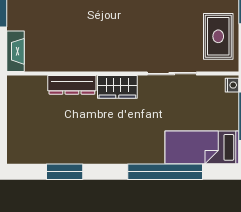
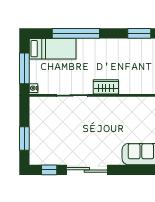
rug: (218, 36) -> (42, 119), removed
dresser: (72, 85) -> (135, 88), removed

